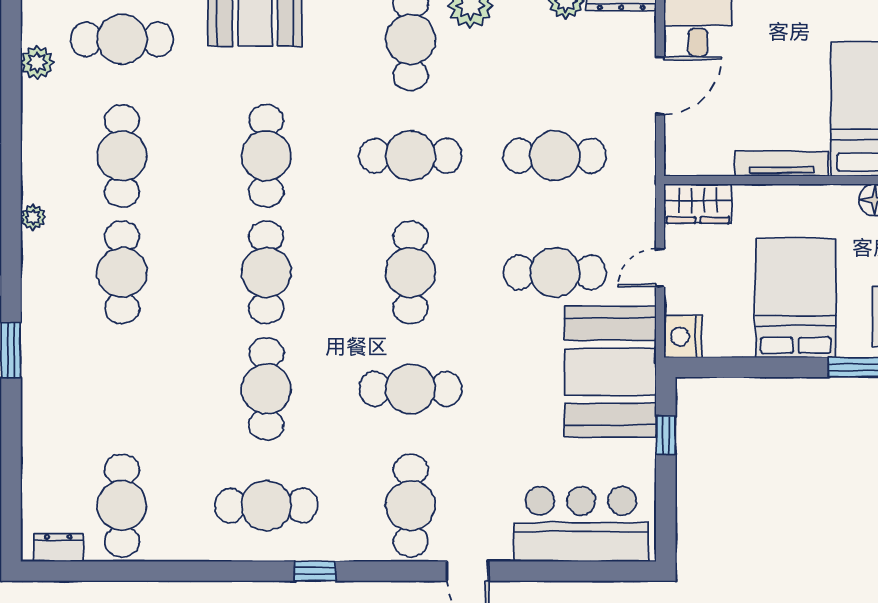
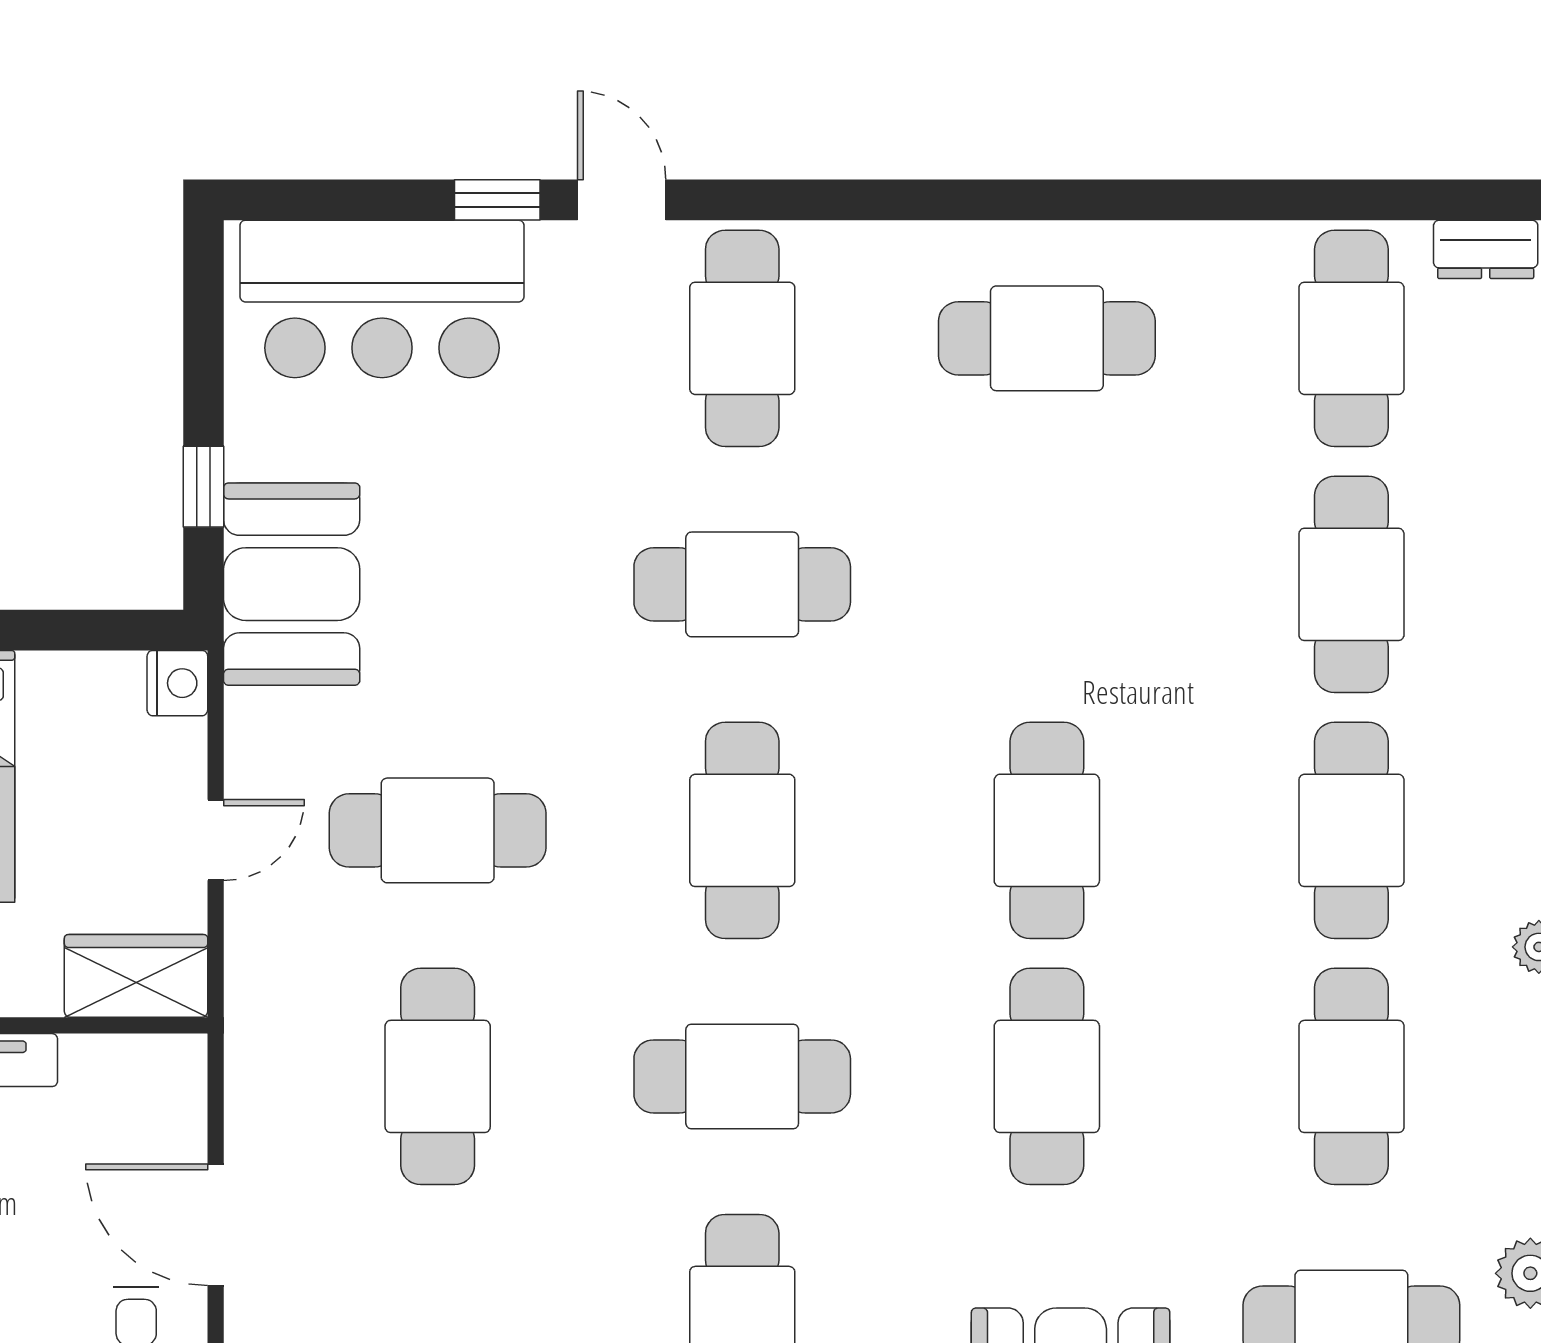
door: (660, 86) -> (216, 1225), hinge flipped
cafe table: (555, 156) -> (438, 1076), turned 90
nightstand: (683, 337) -> (177, 683), width x0.74, depth x0.75
booth: (610, 372) -> (292, 584), width x0.73, depth x0.70
cafe table: (266, 389) -> (1351, 584), moved
window: (315, 571) -> (497, 200), moved

